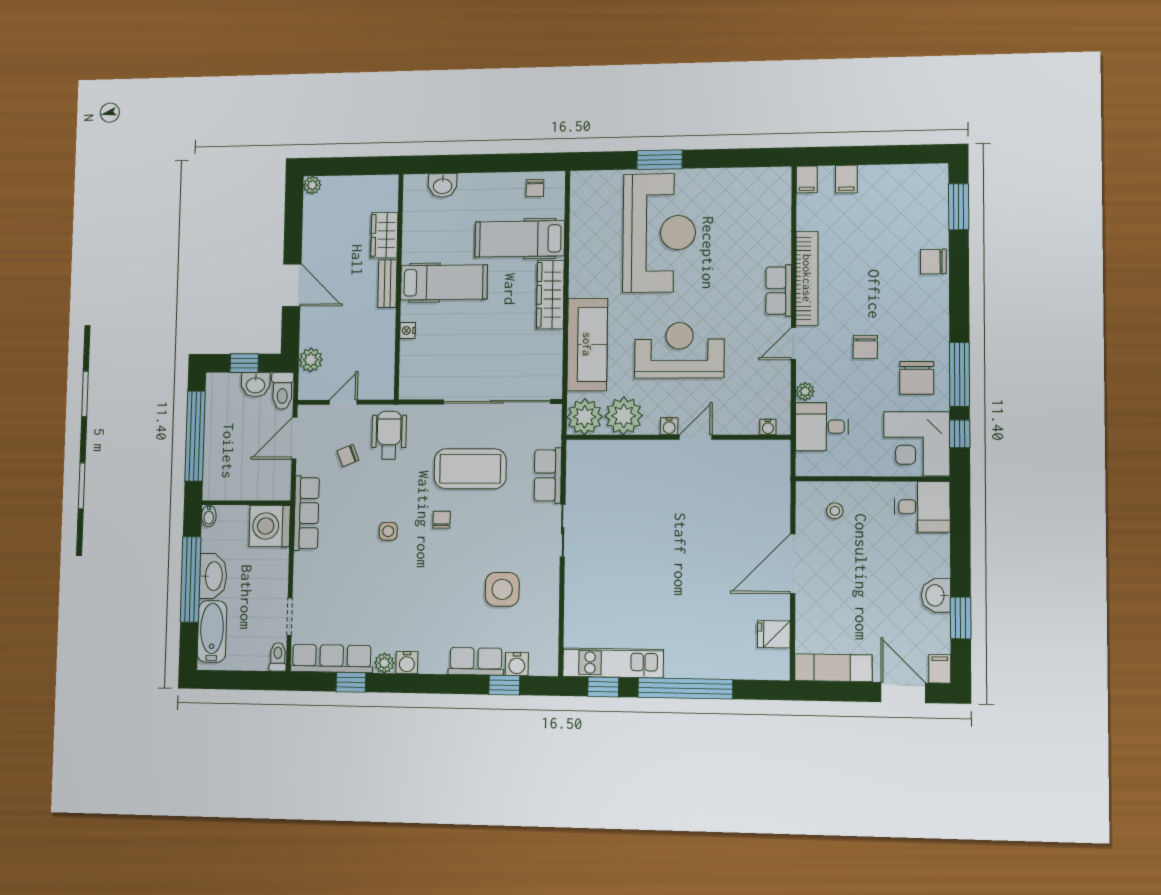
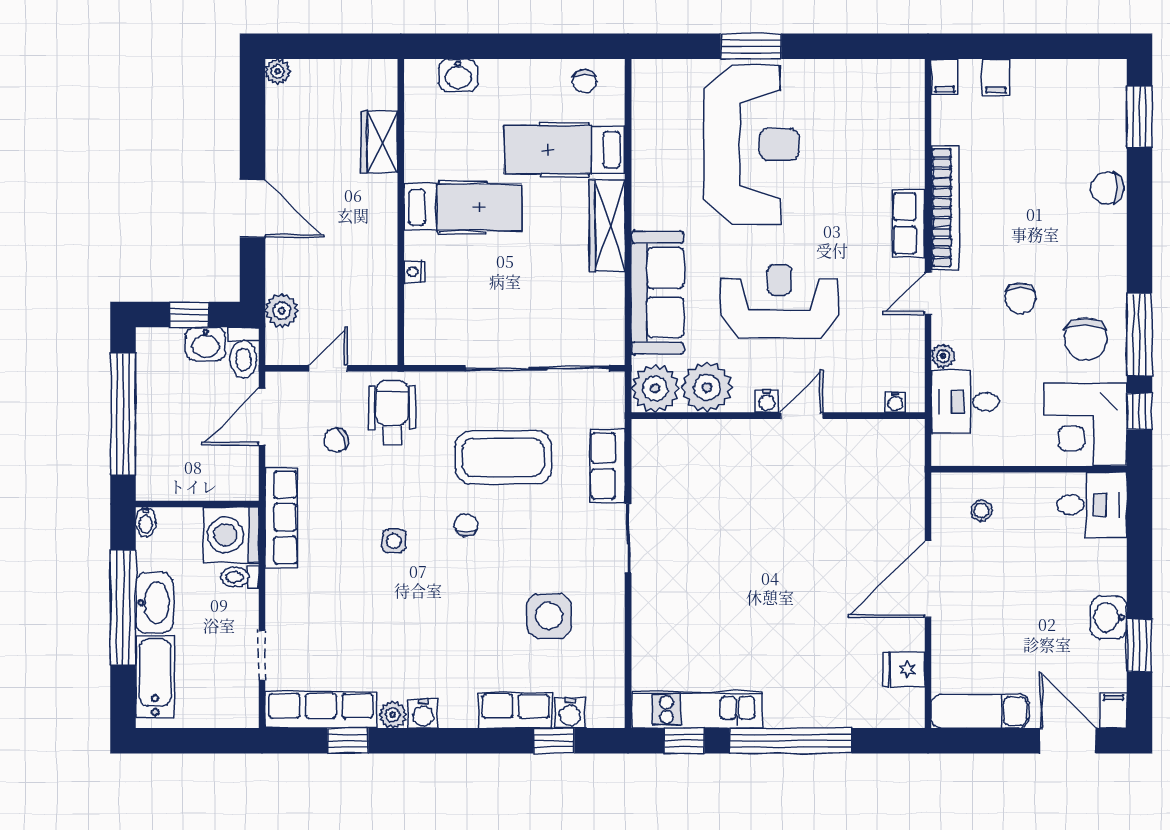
bench: (387, 284) -> (385, 208), removed
toilet: (278, 657) -> (240, 577), moved, turned -90

